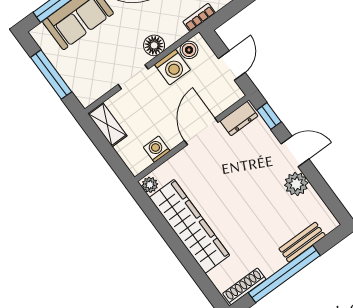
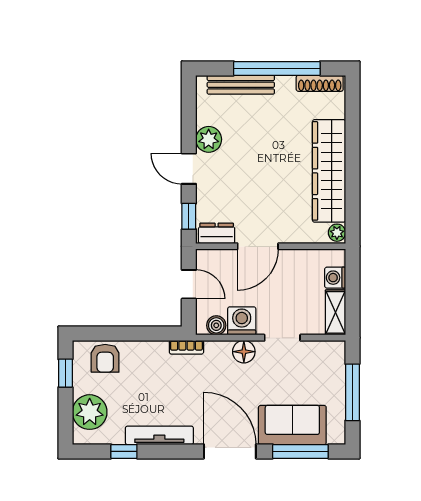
door: (232, 65) -> (189, 284), swing flipped
washing machine: (157, 149) -> (335, 278), moved, turned 90
bench: (302, 242) -> (241, 85), width x1.36

